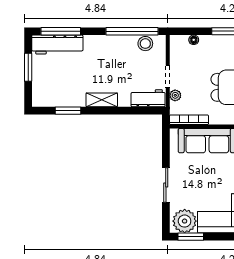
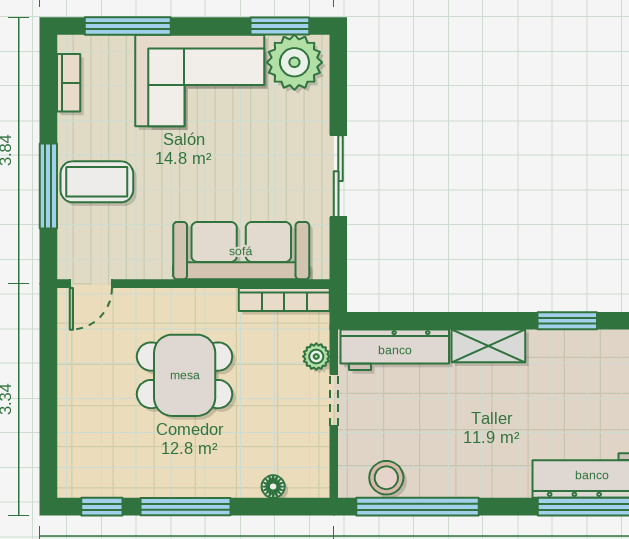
workbench: (148, 98) -> (395, 350), width x1.38
sliding door: (166, 185) -> (338, 176), moved

